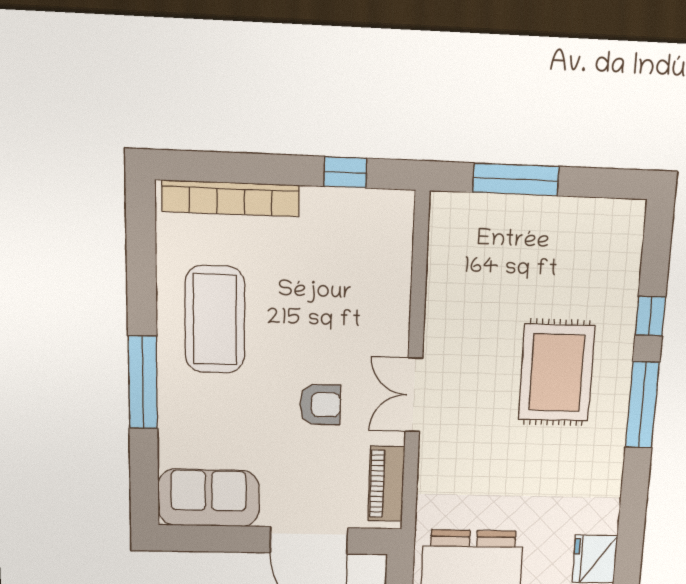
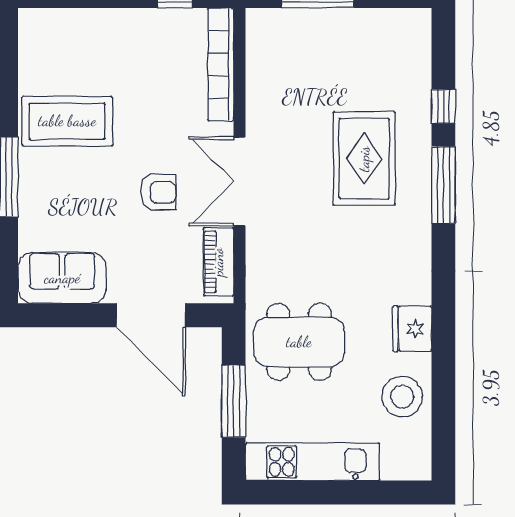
bookcase: (231, 198) -> (221, 64), moved, turned 90
coffee table: (215, 320) -> (67, 121), turned 90
double door: (414, 395) -> (240, 181), width x1.37

